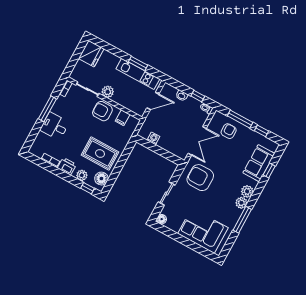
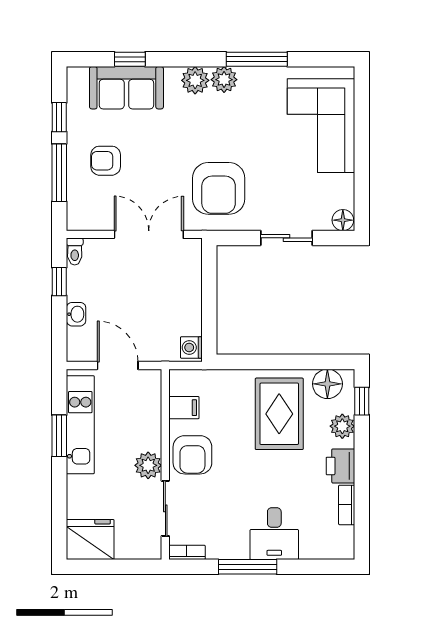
armchair: (229, 131) -> (106, 161), moved
washing machine: (153, 138) -> (191, 347), moved

